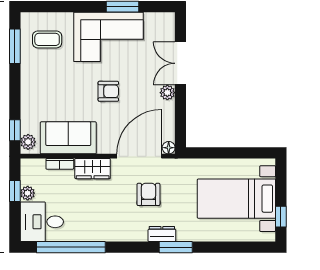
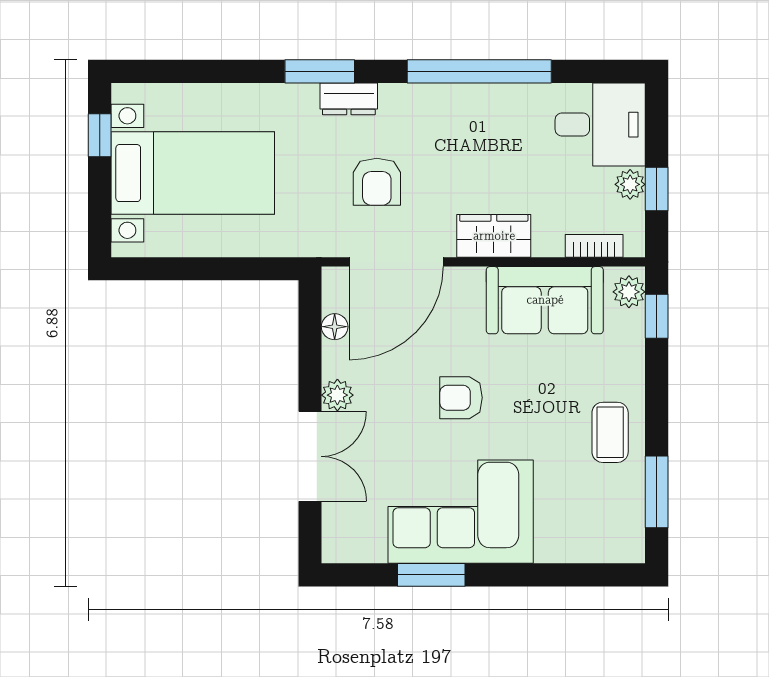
coffee table: (47, 39) -> (610, 432), moved, turned 90
floor lamp: (169, 148) -> (335, 327), moved
bookcase: (60, 164) -> (594, 246), moved
window: (71, 247) -> (479, 71), moved

